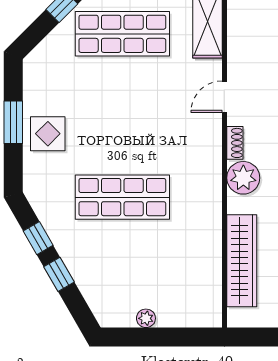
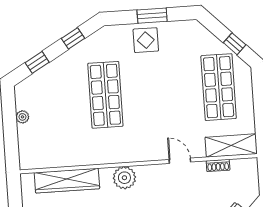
shoe rack: (235, 143) -> (218, 165), moved
window: (59, 274) -> (37, 62), moved

